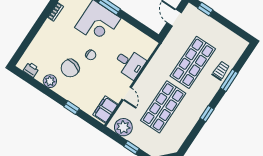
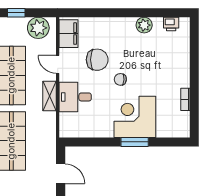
chair: (70, 68) -> (97, 60), moved, turned 75
shelving: (147, 76) -> (49, 96), added
window: (72, 108) -> (104, 13), removed

